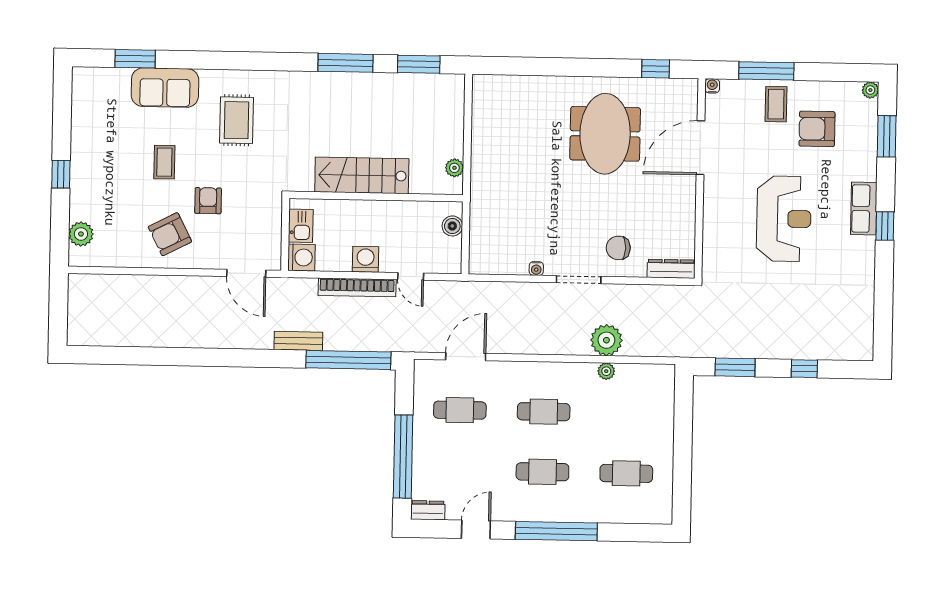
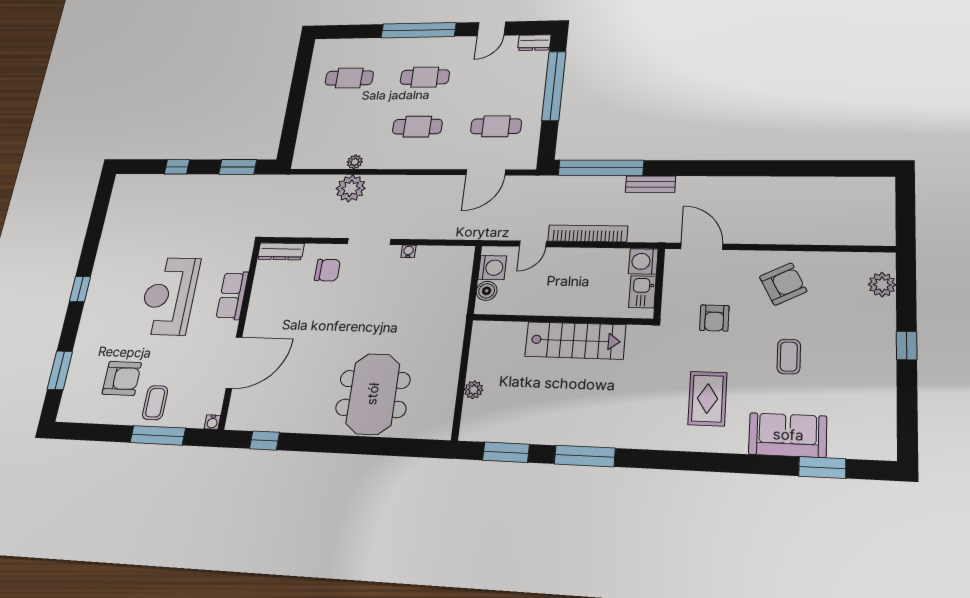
plant: (870, 90) -> (65, 414), removed
meeting table: (605, 134) -> (373, 394), moved
plant: (454, 168) -> (474, 390), moved
armchair: (208, 201) -> (714, 318), moved
row of seats: (864, 209) -> (232, 296), moved, turned 180
washing machine: (366, 259) -> (492, 268), moved, turned -90
door: (411, 276) -> (533, 244), swing flipped

